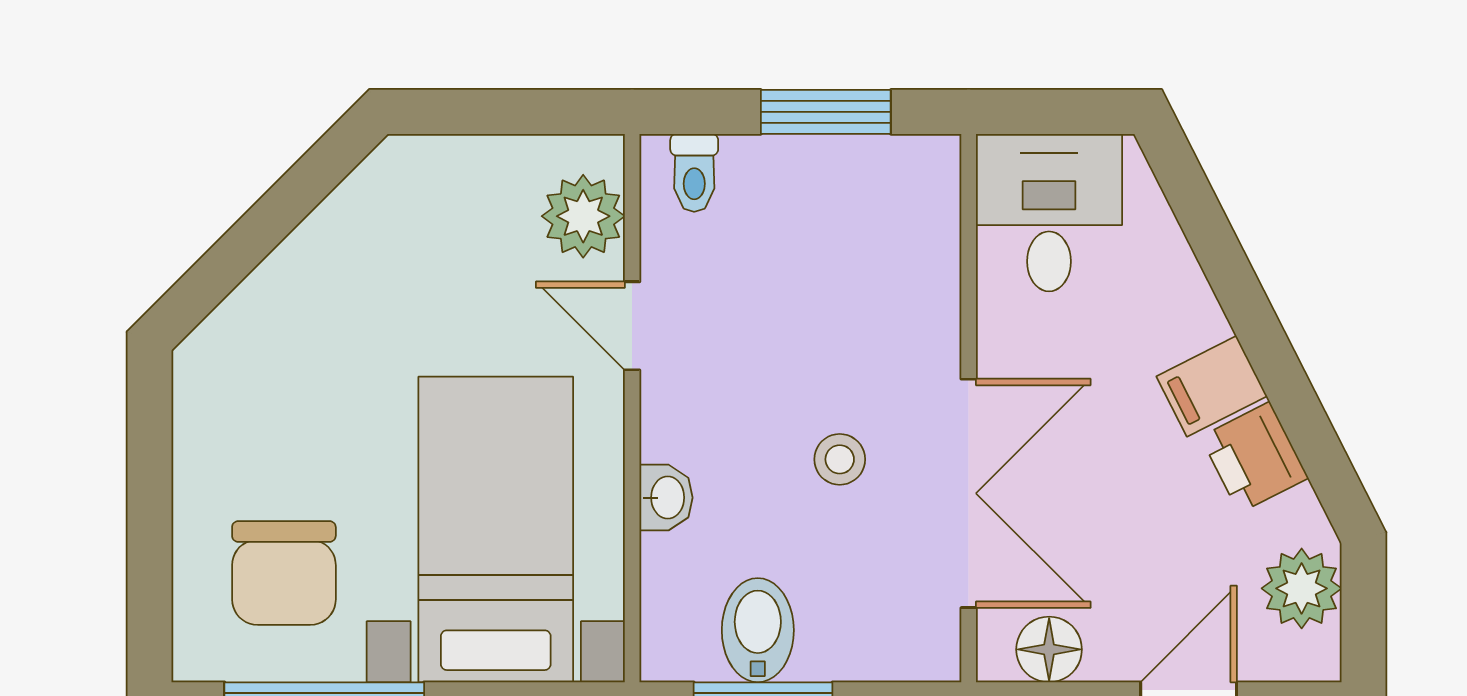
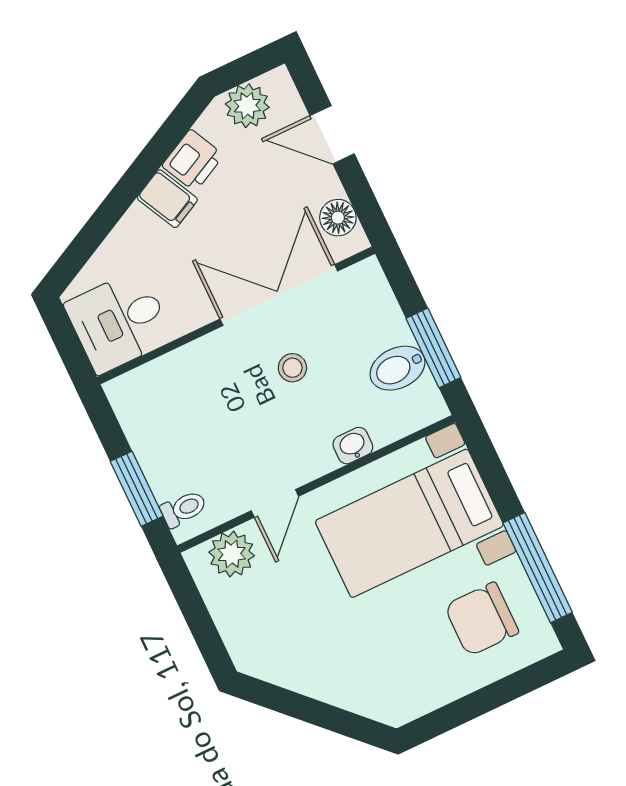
window: (826, 112) -> (137, 489), moved
chair: (284, 573) -> (482, 619), turned 180

